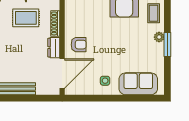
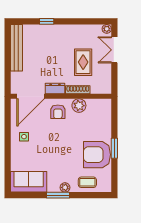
plant: (72, 22) -> (79, 106), added
door: (62, 74) -> (31, 96), hinge flipped
sofa: (138, 84) -> (29, 182), moved, turned -90

